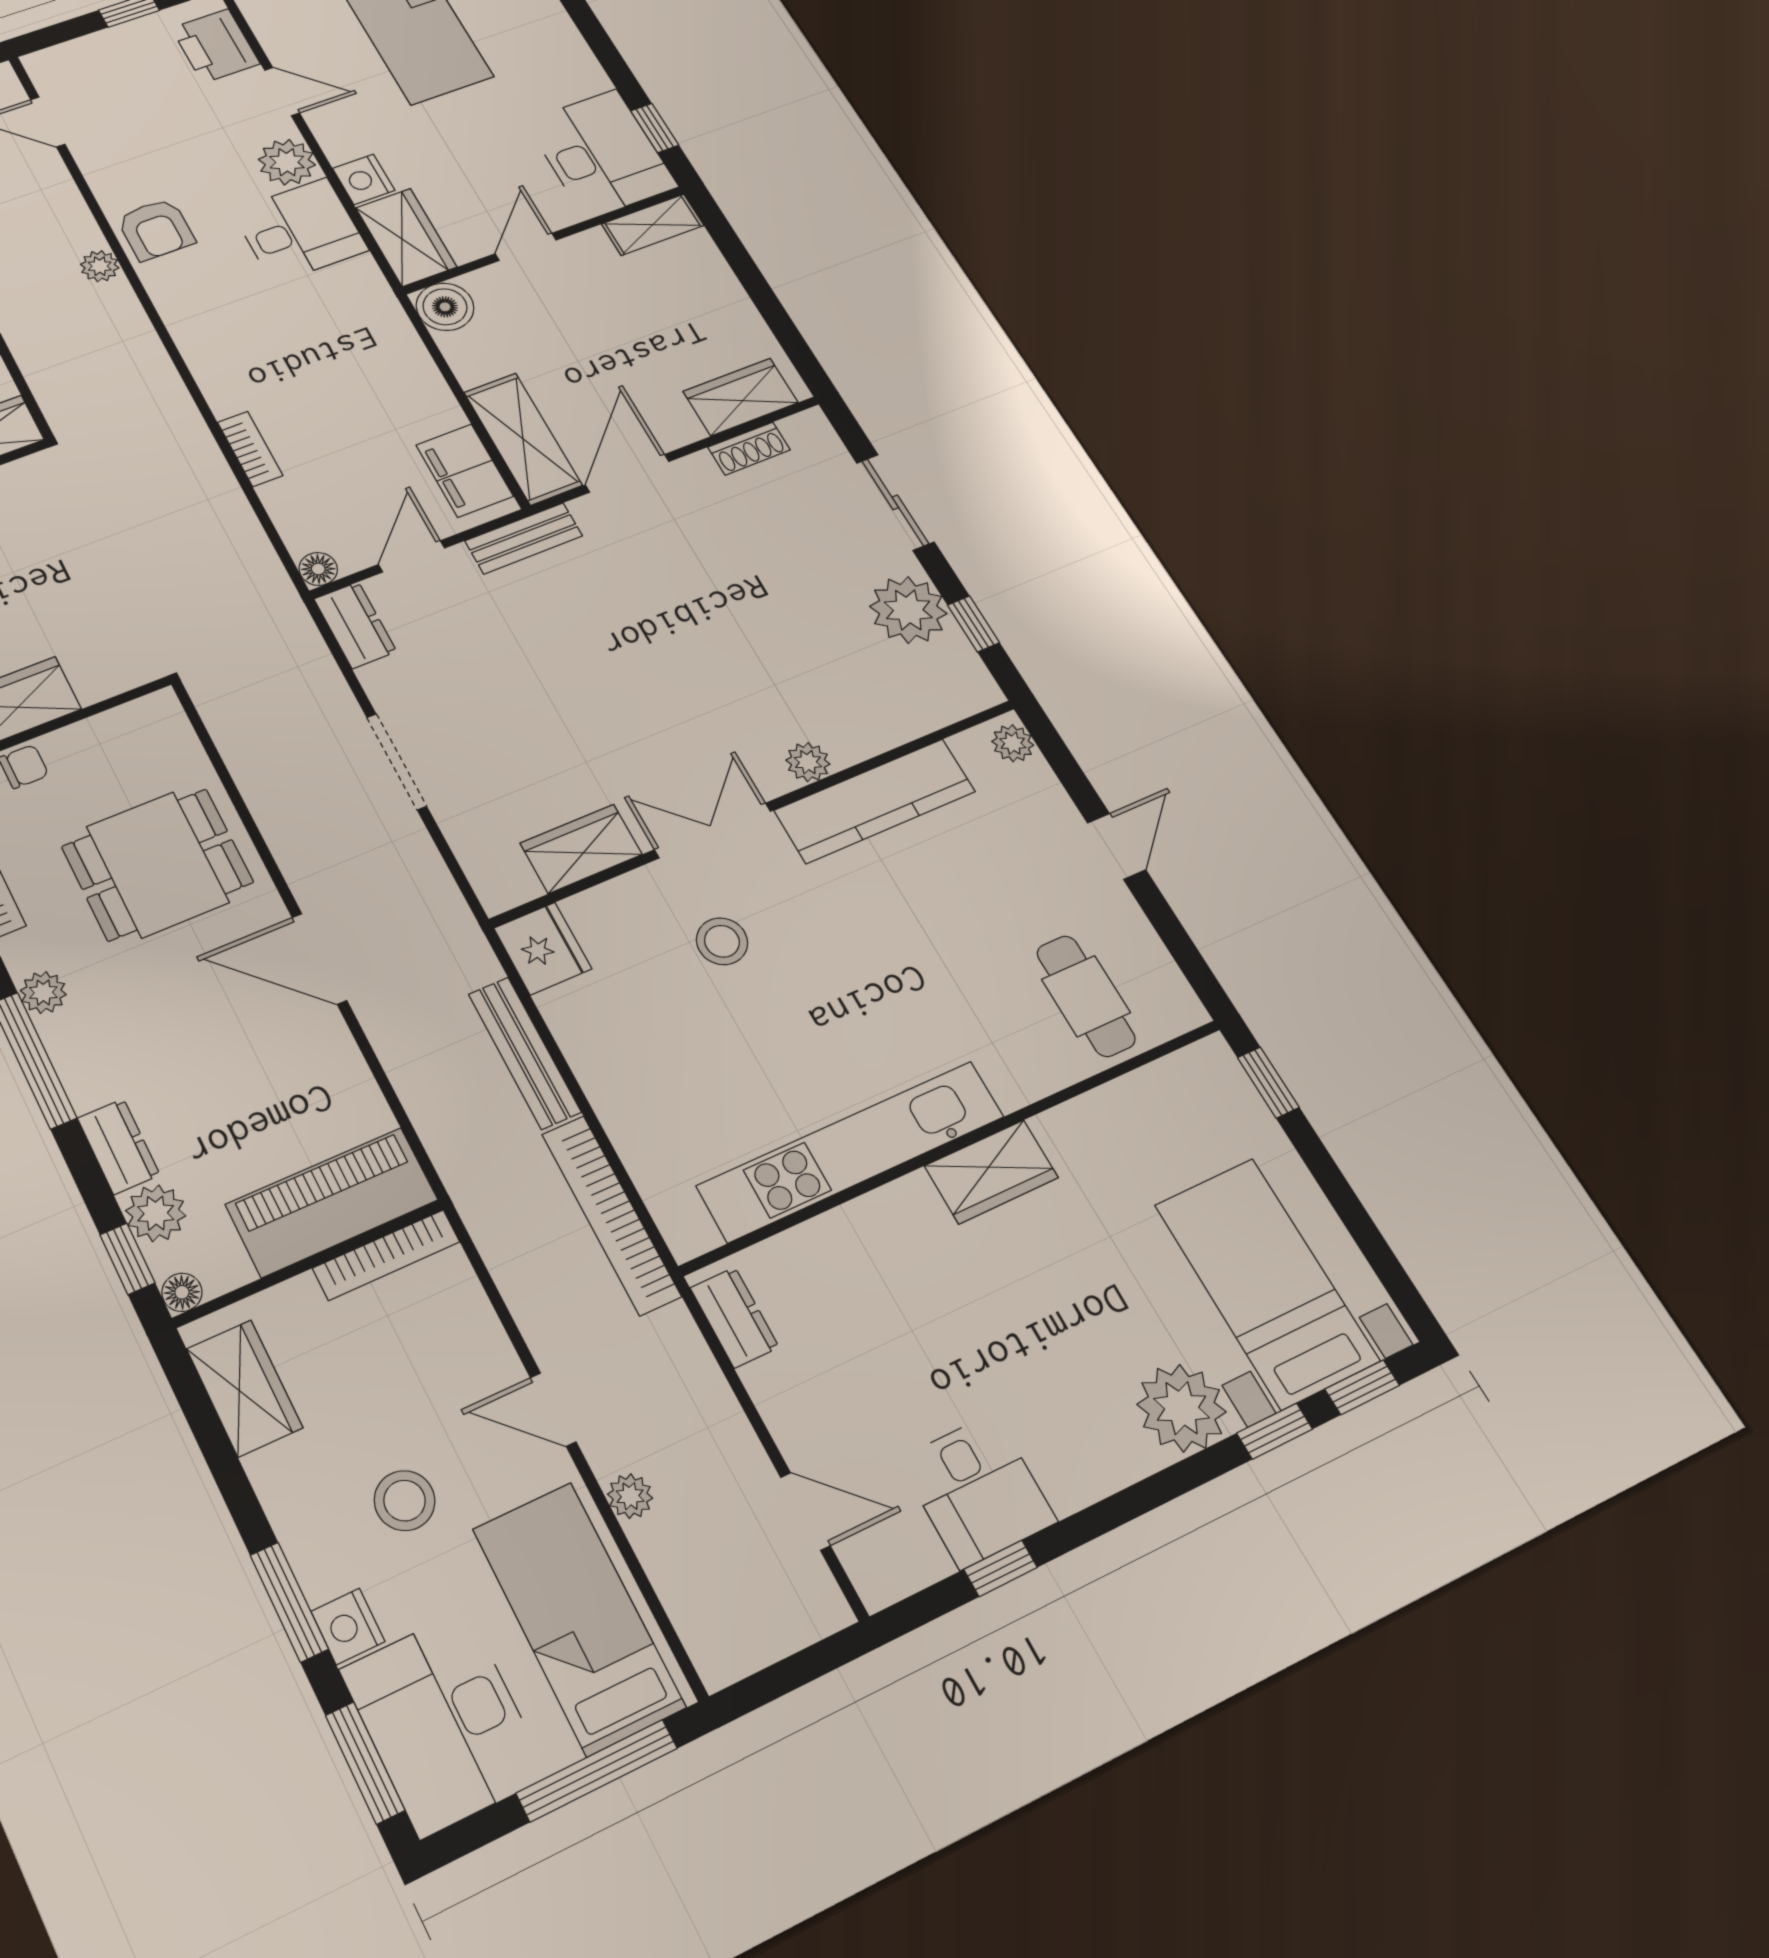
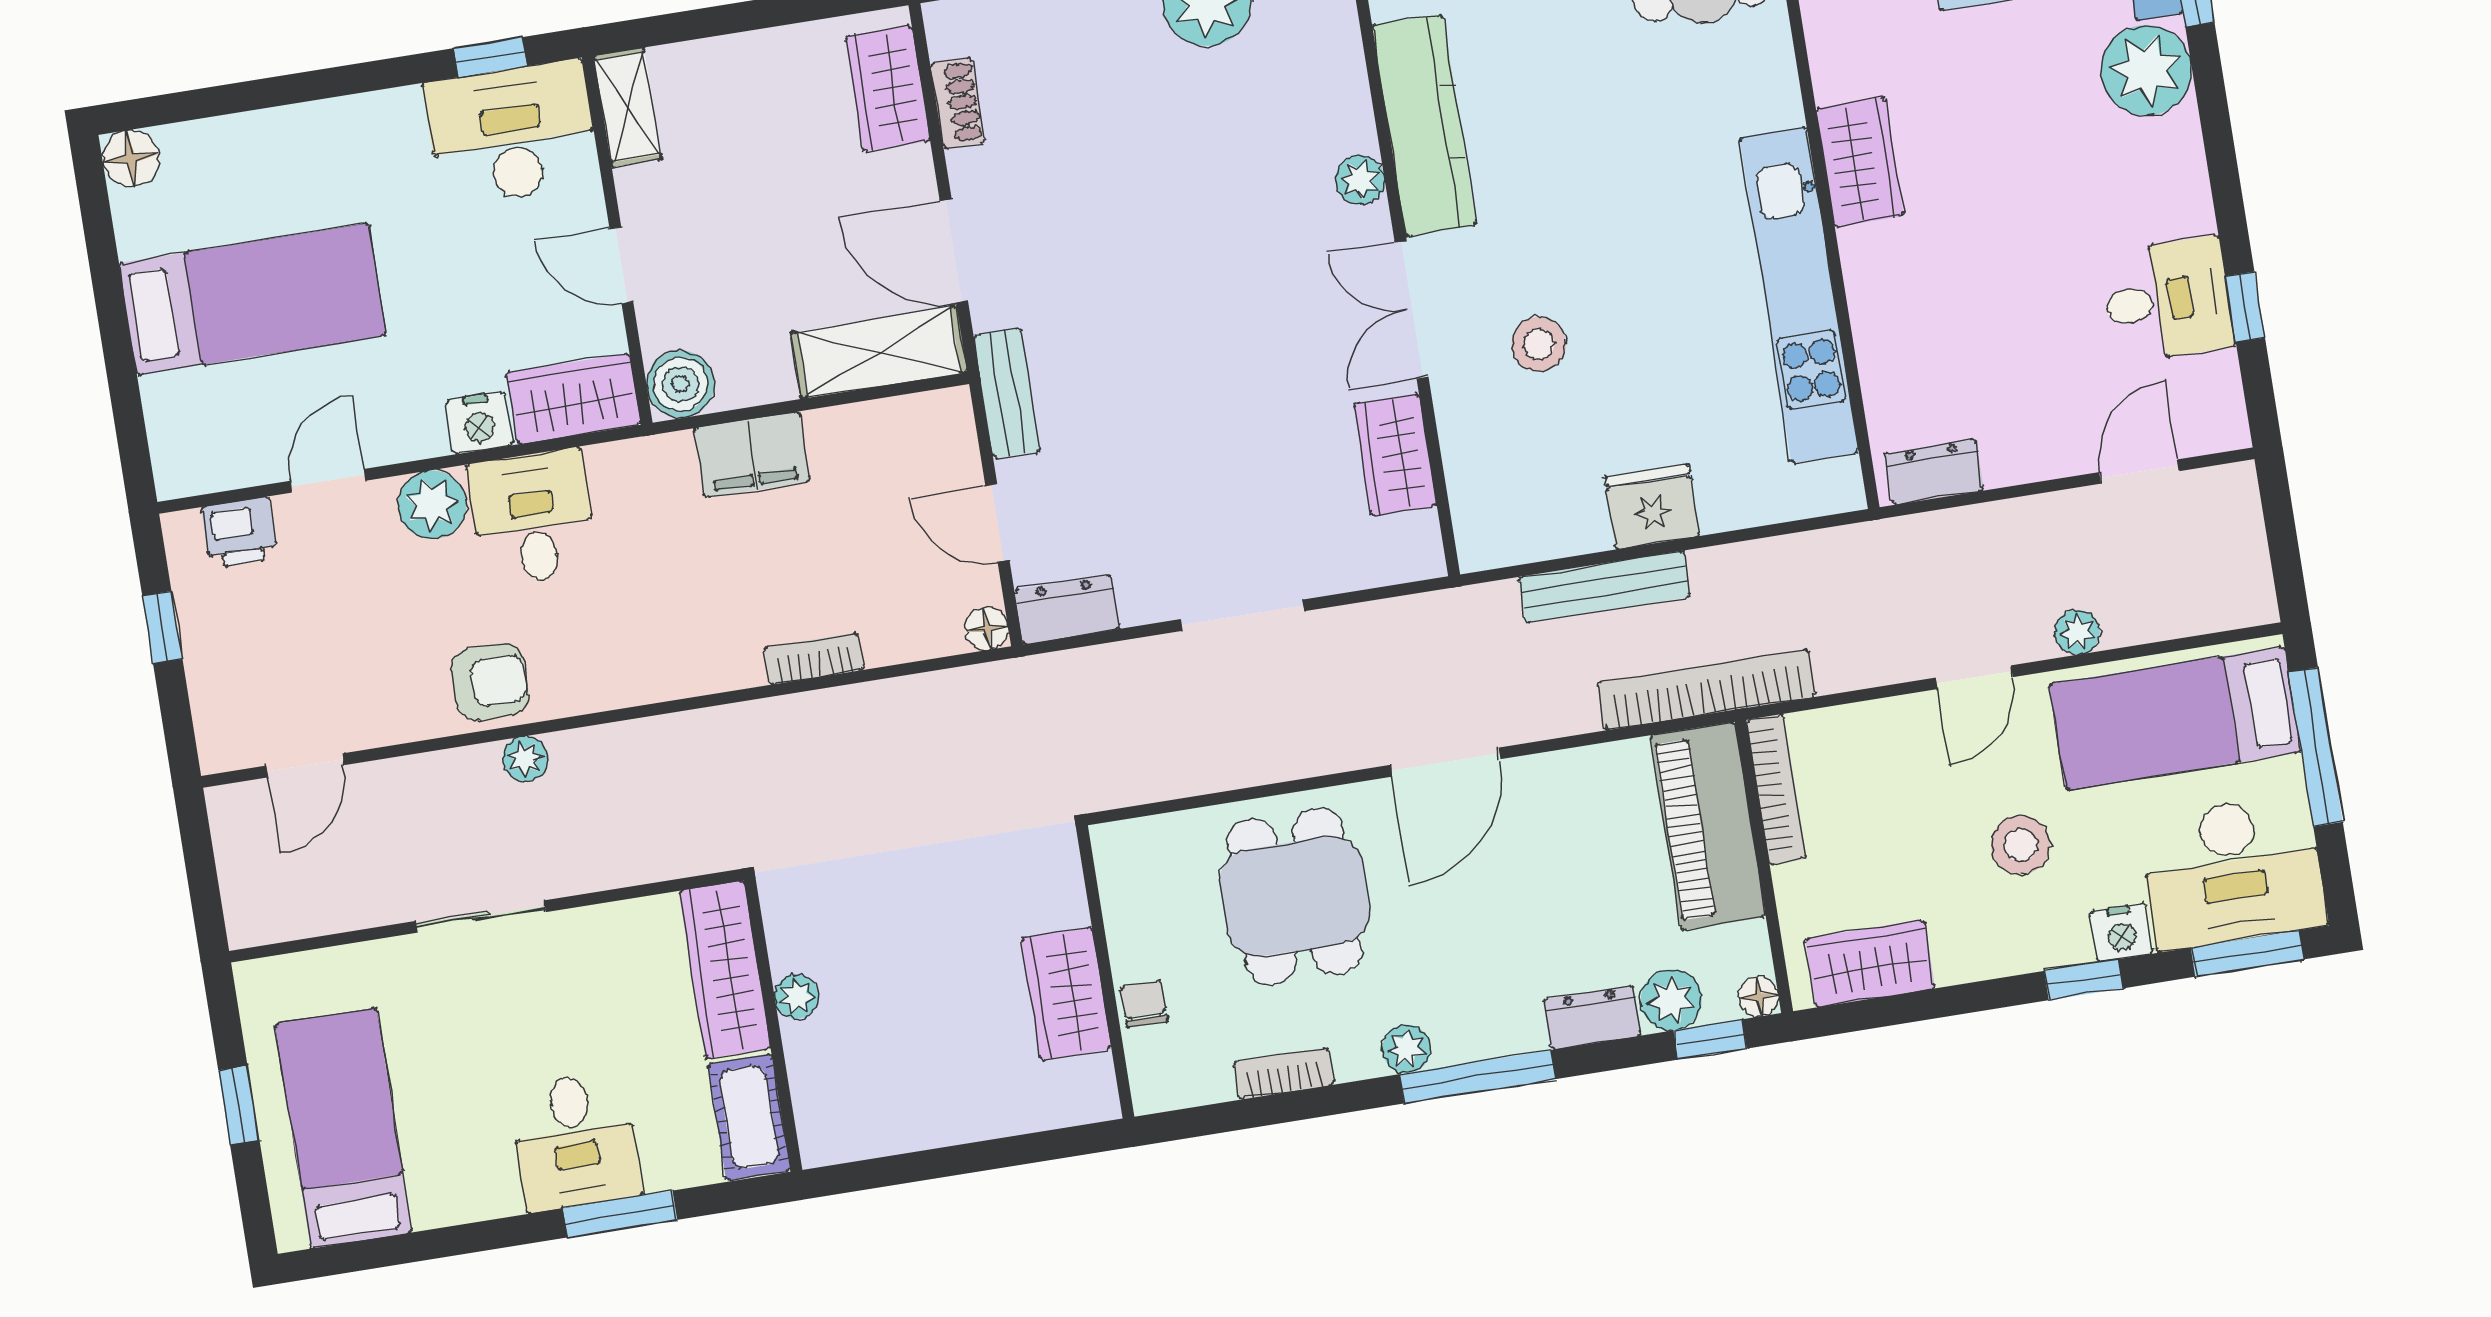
printer: (215, 46) -> (240, 532), width x0.73, depth x0.81
filing cabinet: (465, 471) -> (752, 455), moved
fridge: (543, 949) -> (1652, 506), moved
bookcase: (611, 1215) -> (1707, 690), moved, turned 180
window: (289, 1602) -> (2084, 980), width x0.67

